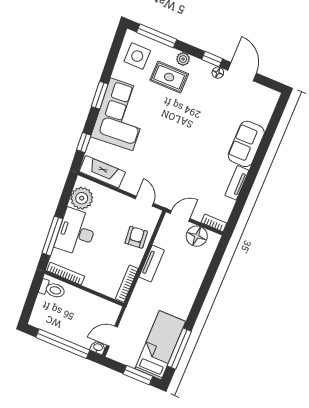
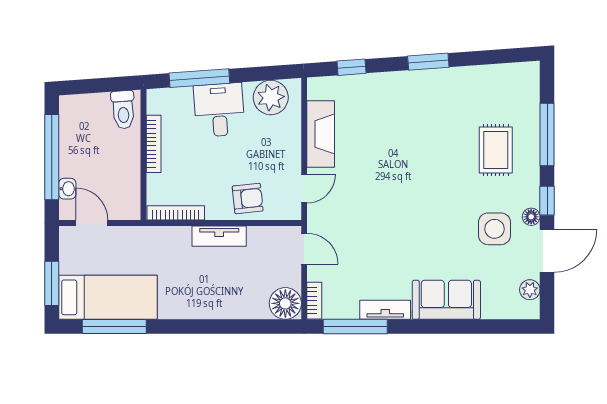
window: (157, 36) -> (547, 134), moved
side table: (137, 56) -> (494, 229), moved
plant: (183, 59) -> (530, 290), moved
corner sofa: (121, 114) -> (414, 104), removed
fireplace: (102, 172) -> (321, 134), moved
window: (239, 205) -> (355, 327), added
desk: (76, 232) -> (219, 110), width x0.73
floor lamp: (197, 236) -> (285, 303), moved
bookcase: (66, 274) -> (154, 144), moved
washbasin: (98, 348) -> (67, 189), moved

